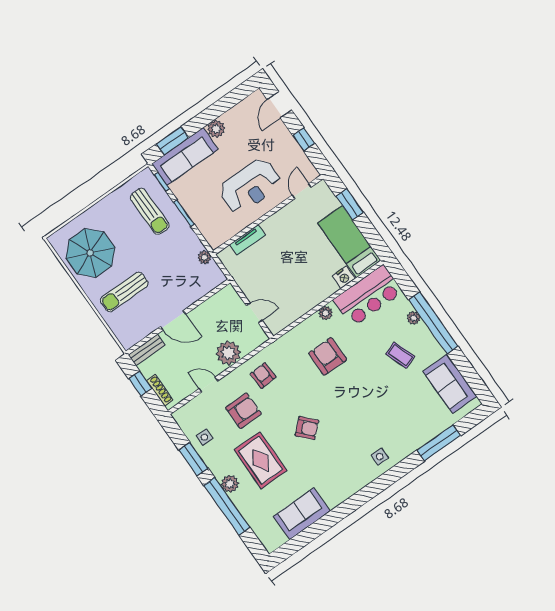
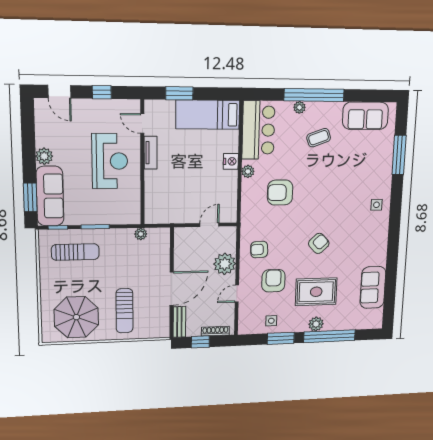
tv unit: (248, 240) -> (151, 153), moved
nightstand: (344, 277) -> (231, 161), moved
door: (173, 320) -> (172, 289), width x1.36

